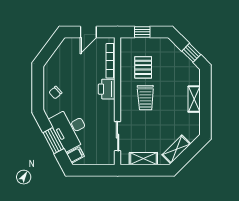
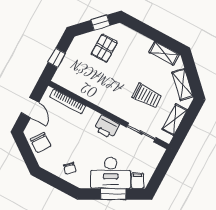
chair: (64, 57) -> (41, 143), added
pallet: (143, 67) -> (104, 48), moved, turned 90
printer: (107, 89) -> (107, 127), moved
trolley: (145, 98) -> (147, 96), moved
shelving: (194, 99) -> (164, 53), moved

